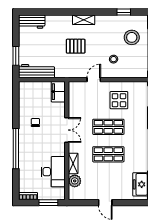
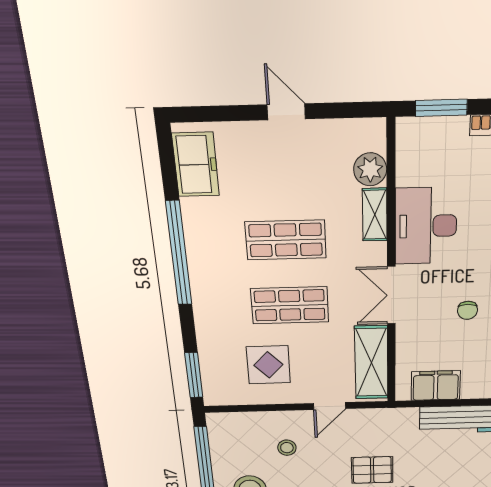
filing cabinet: (58, 92) -> (436, 386), moved, turned -90
shelving: (75, 100) -> (371, 363), added
desk: (53, 172) -> (426, 226), moved

